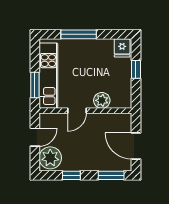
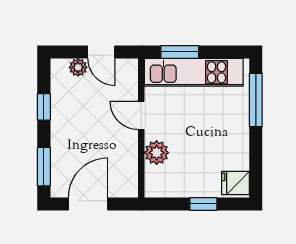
window: (79, 34) -> (256, 100), moved
plant: (50, 158) -> (78, 67), width x0.53, depth x0.53

